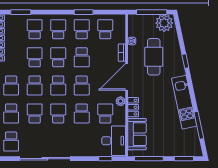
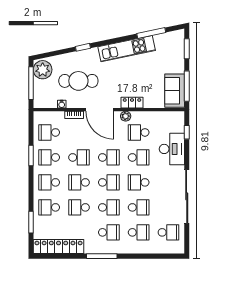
school desk: (35, 113) -> (139, 207), turned 180
sofa: (137, 134) -> (175, 91), moved, turned -90
desk: (114, 141) -> (172, 149), moved, turned 90

